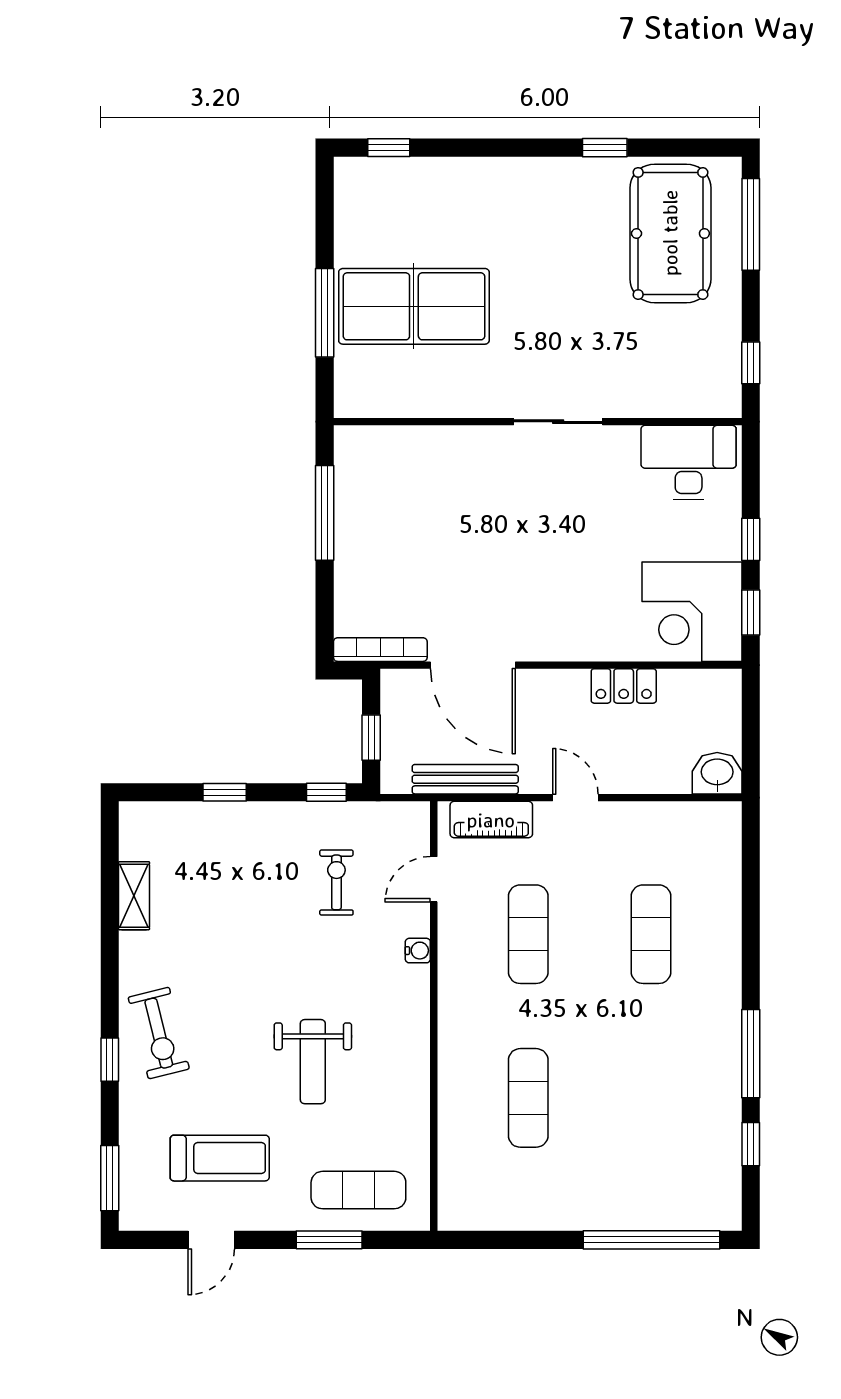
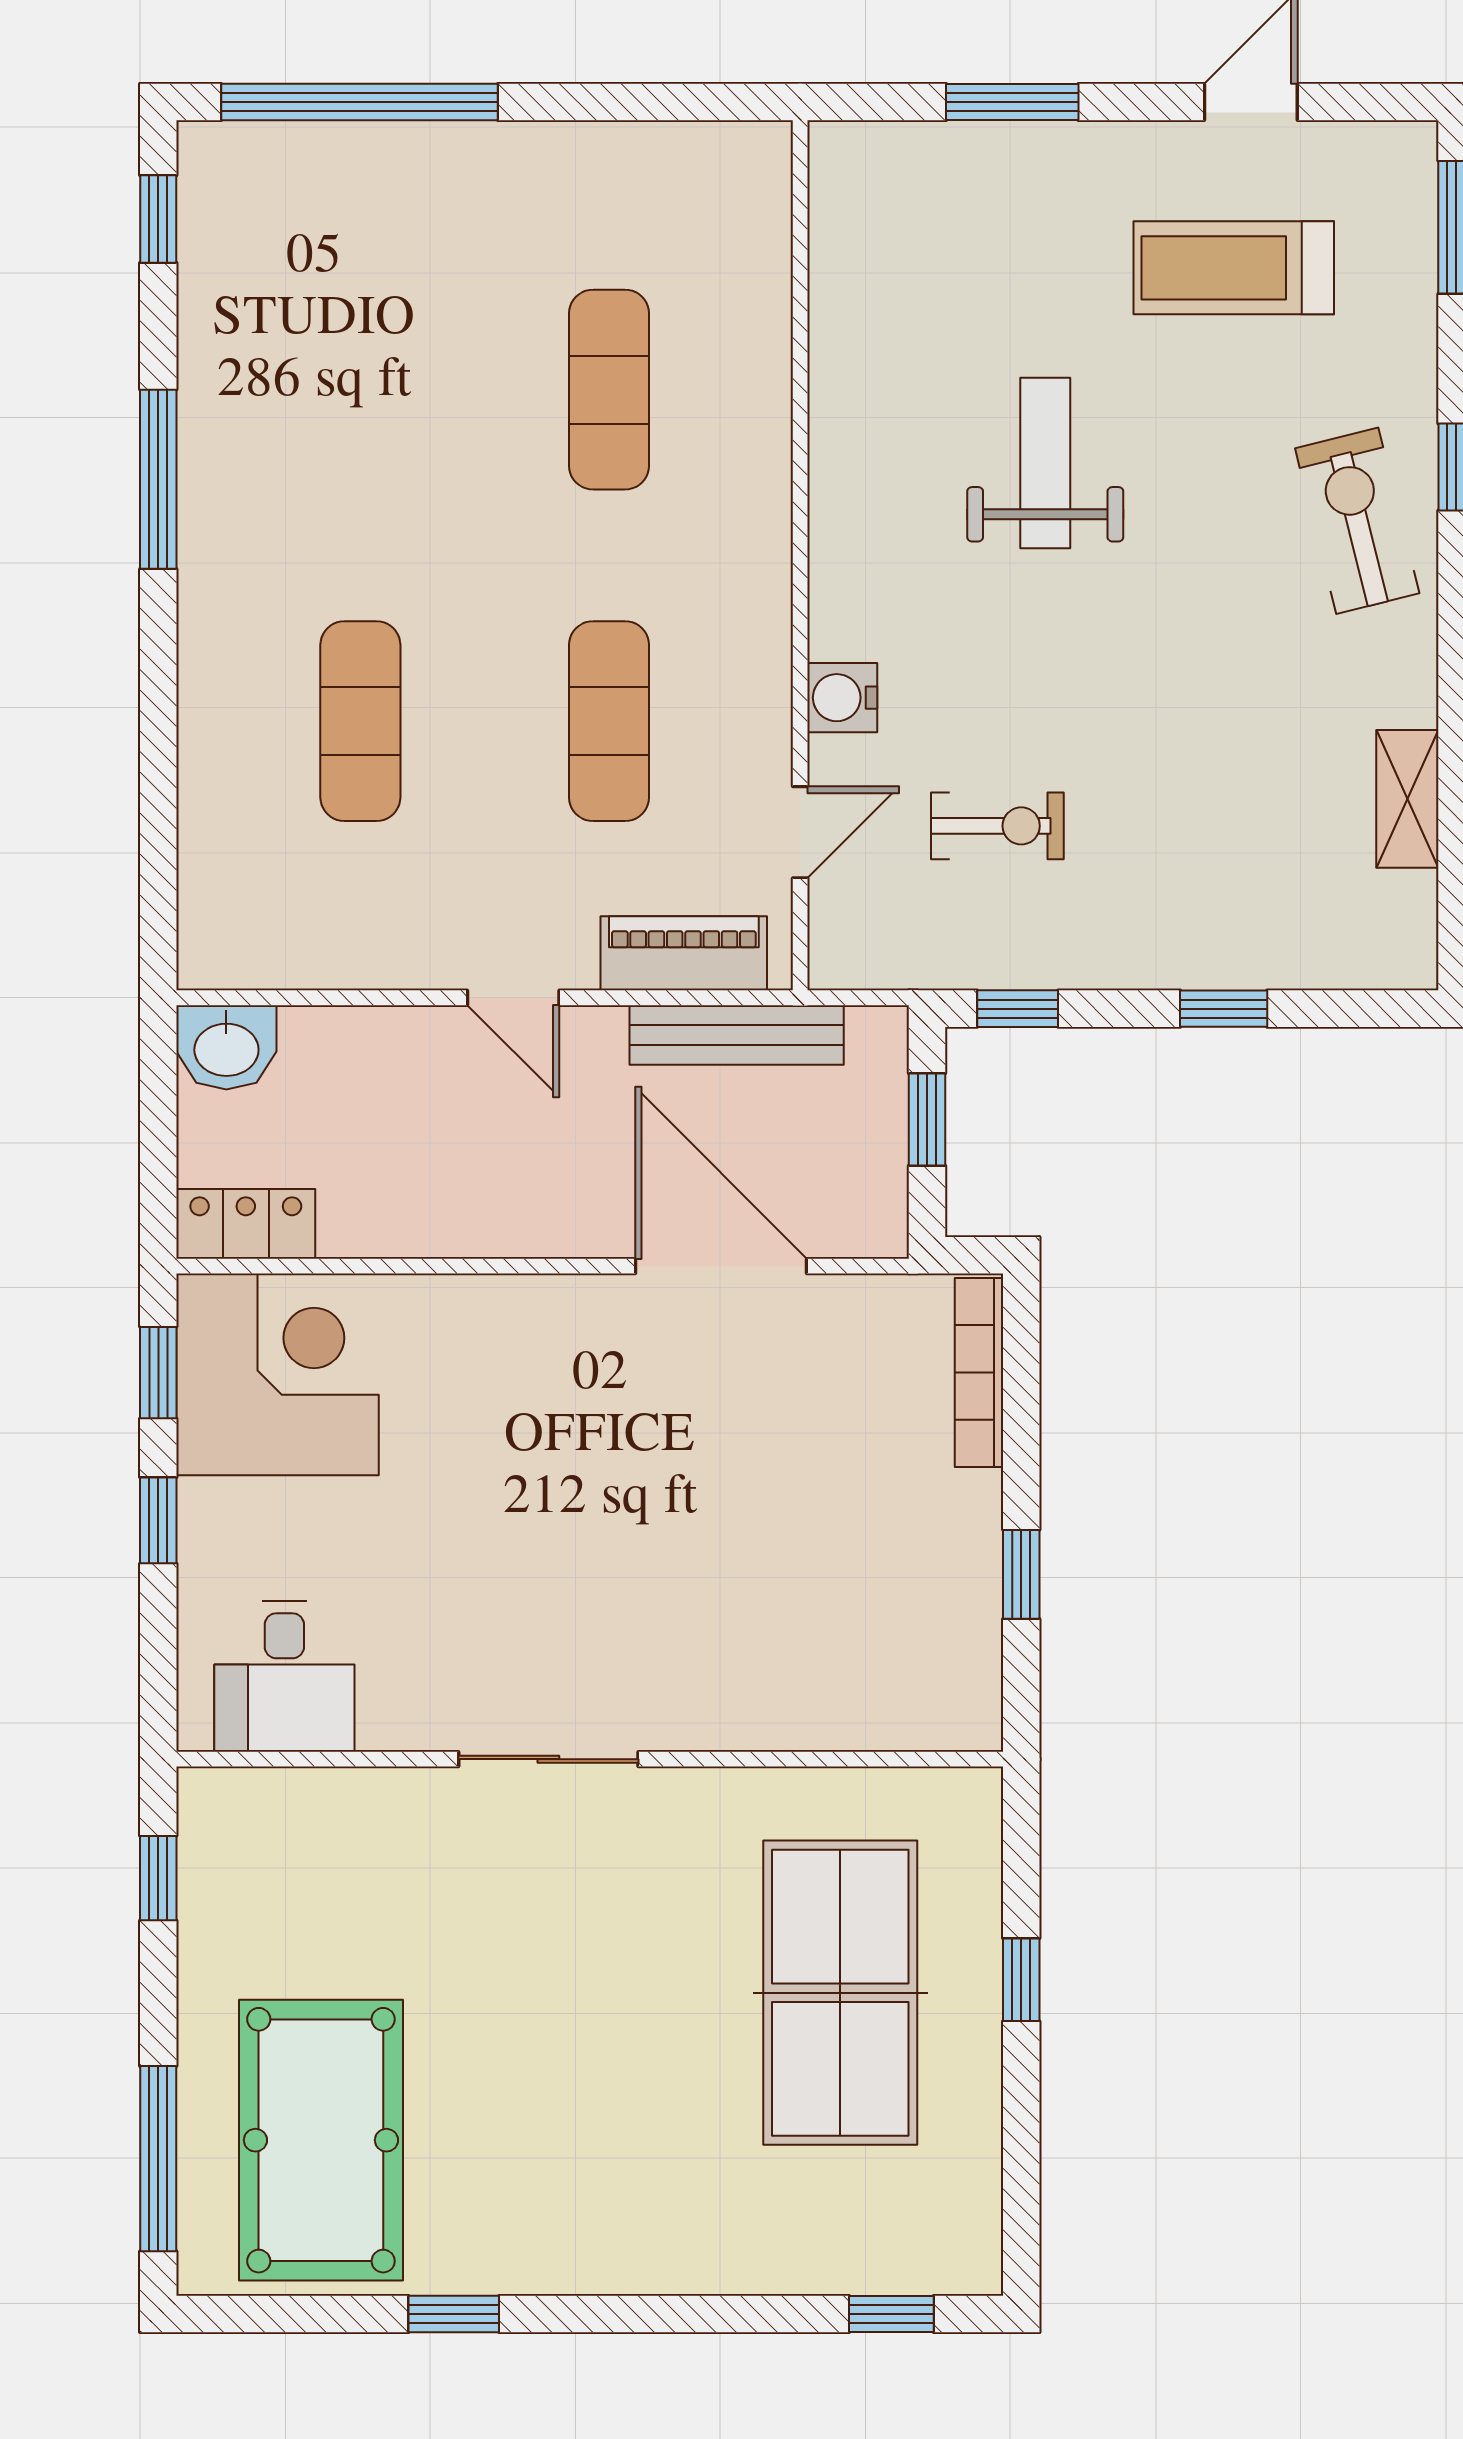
table tennis table: (414, 306) -> (840, 1993), turned 90
window: (325, 313) -> (1021, 1980), width x0.46
desk: (689, 462) -> (284, 1677), width x0.73
window: (325, 513) -> (1021, 1574), width x0.46
bookcase: (380, 650) -> (979, 1373), moved, turned 90
locker: (624, 686) -> (246, 1224), moved
exercise bike: (336, 882) -> (997, 826), turned -90
water cooler: (418, 951) -> (842, 698), width x1.38, depth x1.38
window: (751, 1144) -> (158, 219), moved
exercise mat: (358, 1190) -> (953, 203), removed

